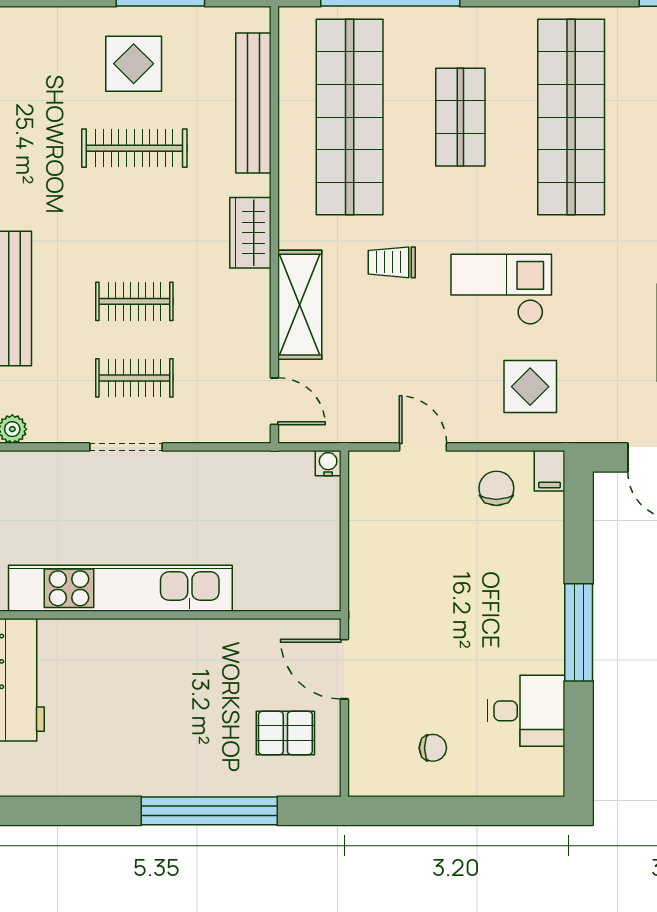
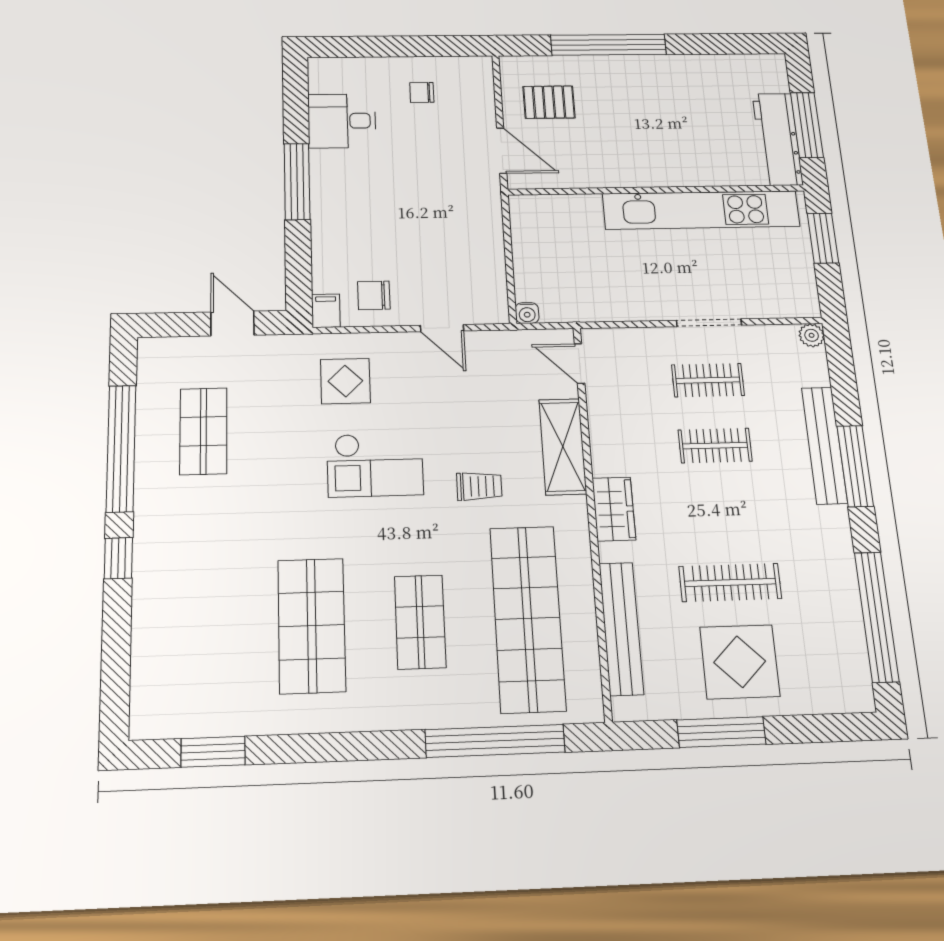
display table: (134, 64) -> (740, 662), width x1.36, depth x1.36
shop shelf: (571, 117) -> (312, 625), width x0.71
chair: (496, 488) -> (374, 295), turned 90

